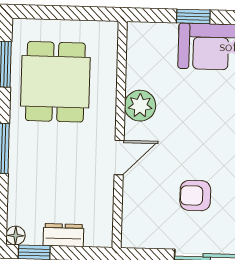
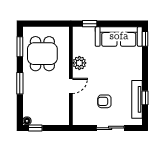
window: (193, 16) -> (90, 24), moved
dresser: (63, 235) -> (48, 120), removed

